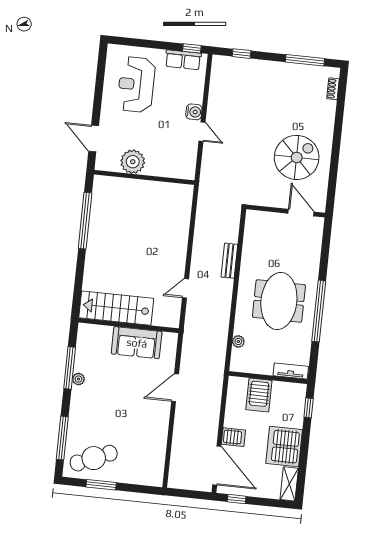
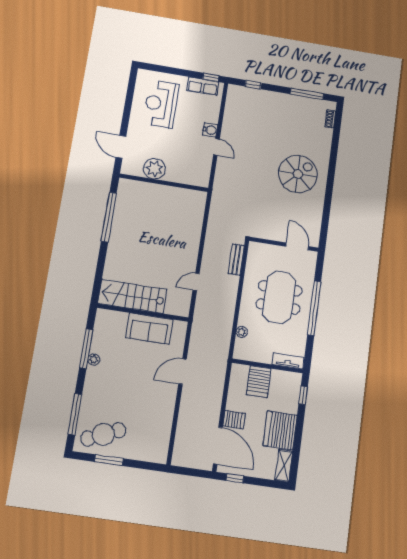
wall: (286, 211) -> (284, 244), moved
door: (301, 213) -> (297, 246), moved

